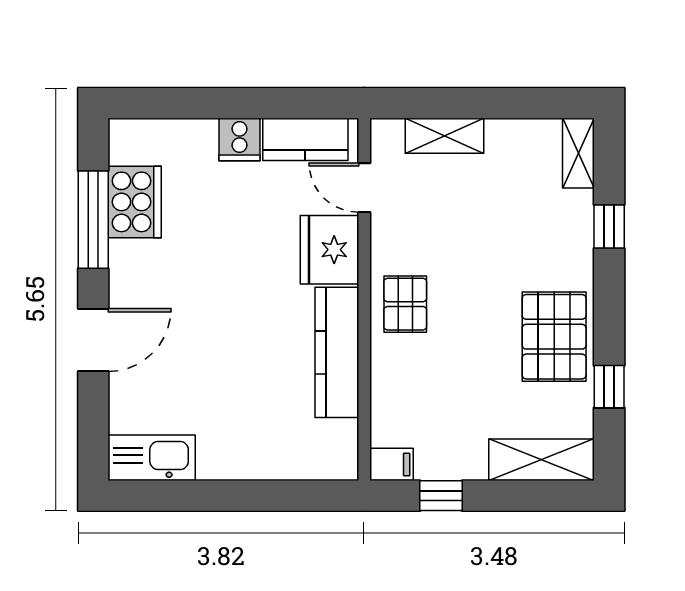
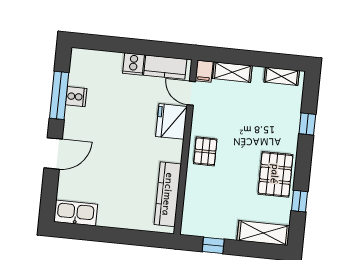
shelving: (578, 153) -> (282, 76), moved, turned 90
cooker: (135, 202) -> (76, 97), width x0.53, depth x0.76
kitchen counter: (337, 352) -> (168, 194), moved
filing cabinet: (392, 464) -> (204, 71), moved, turned 90

